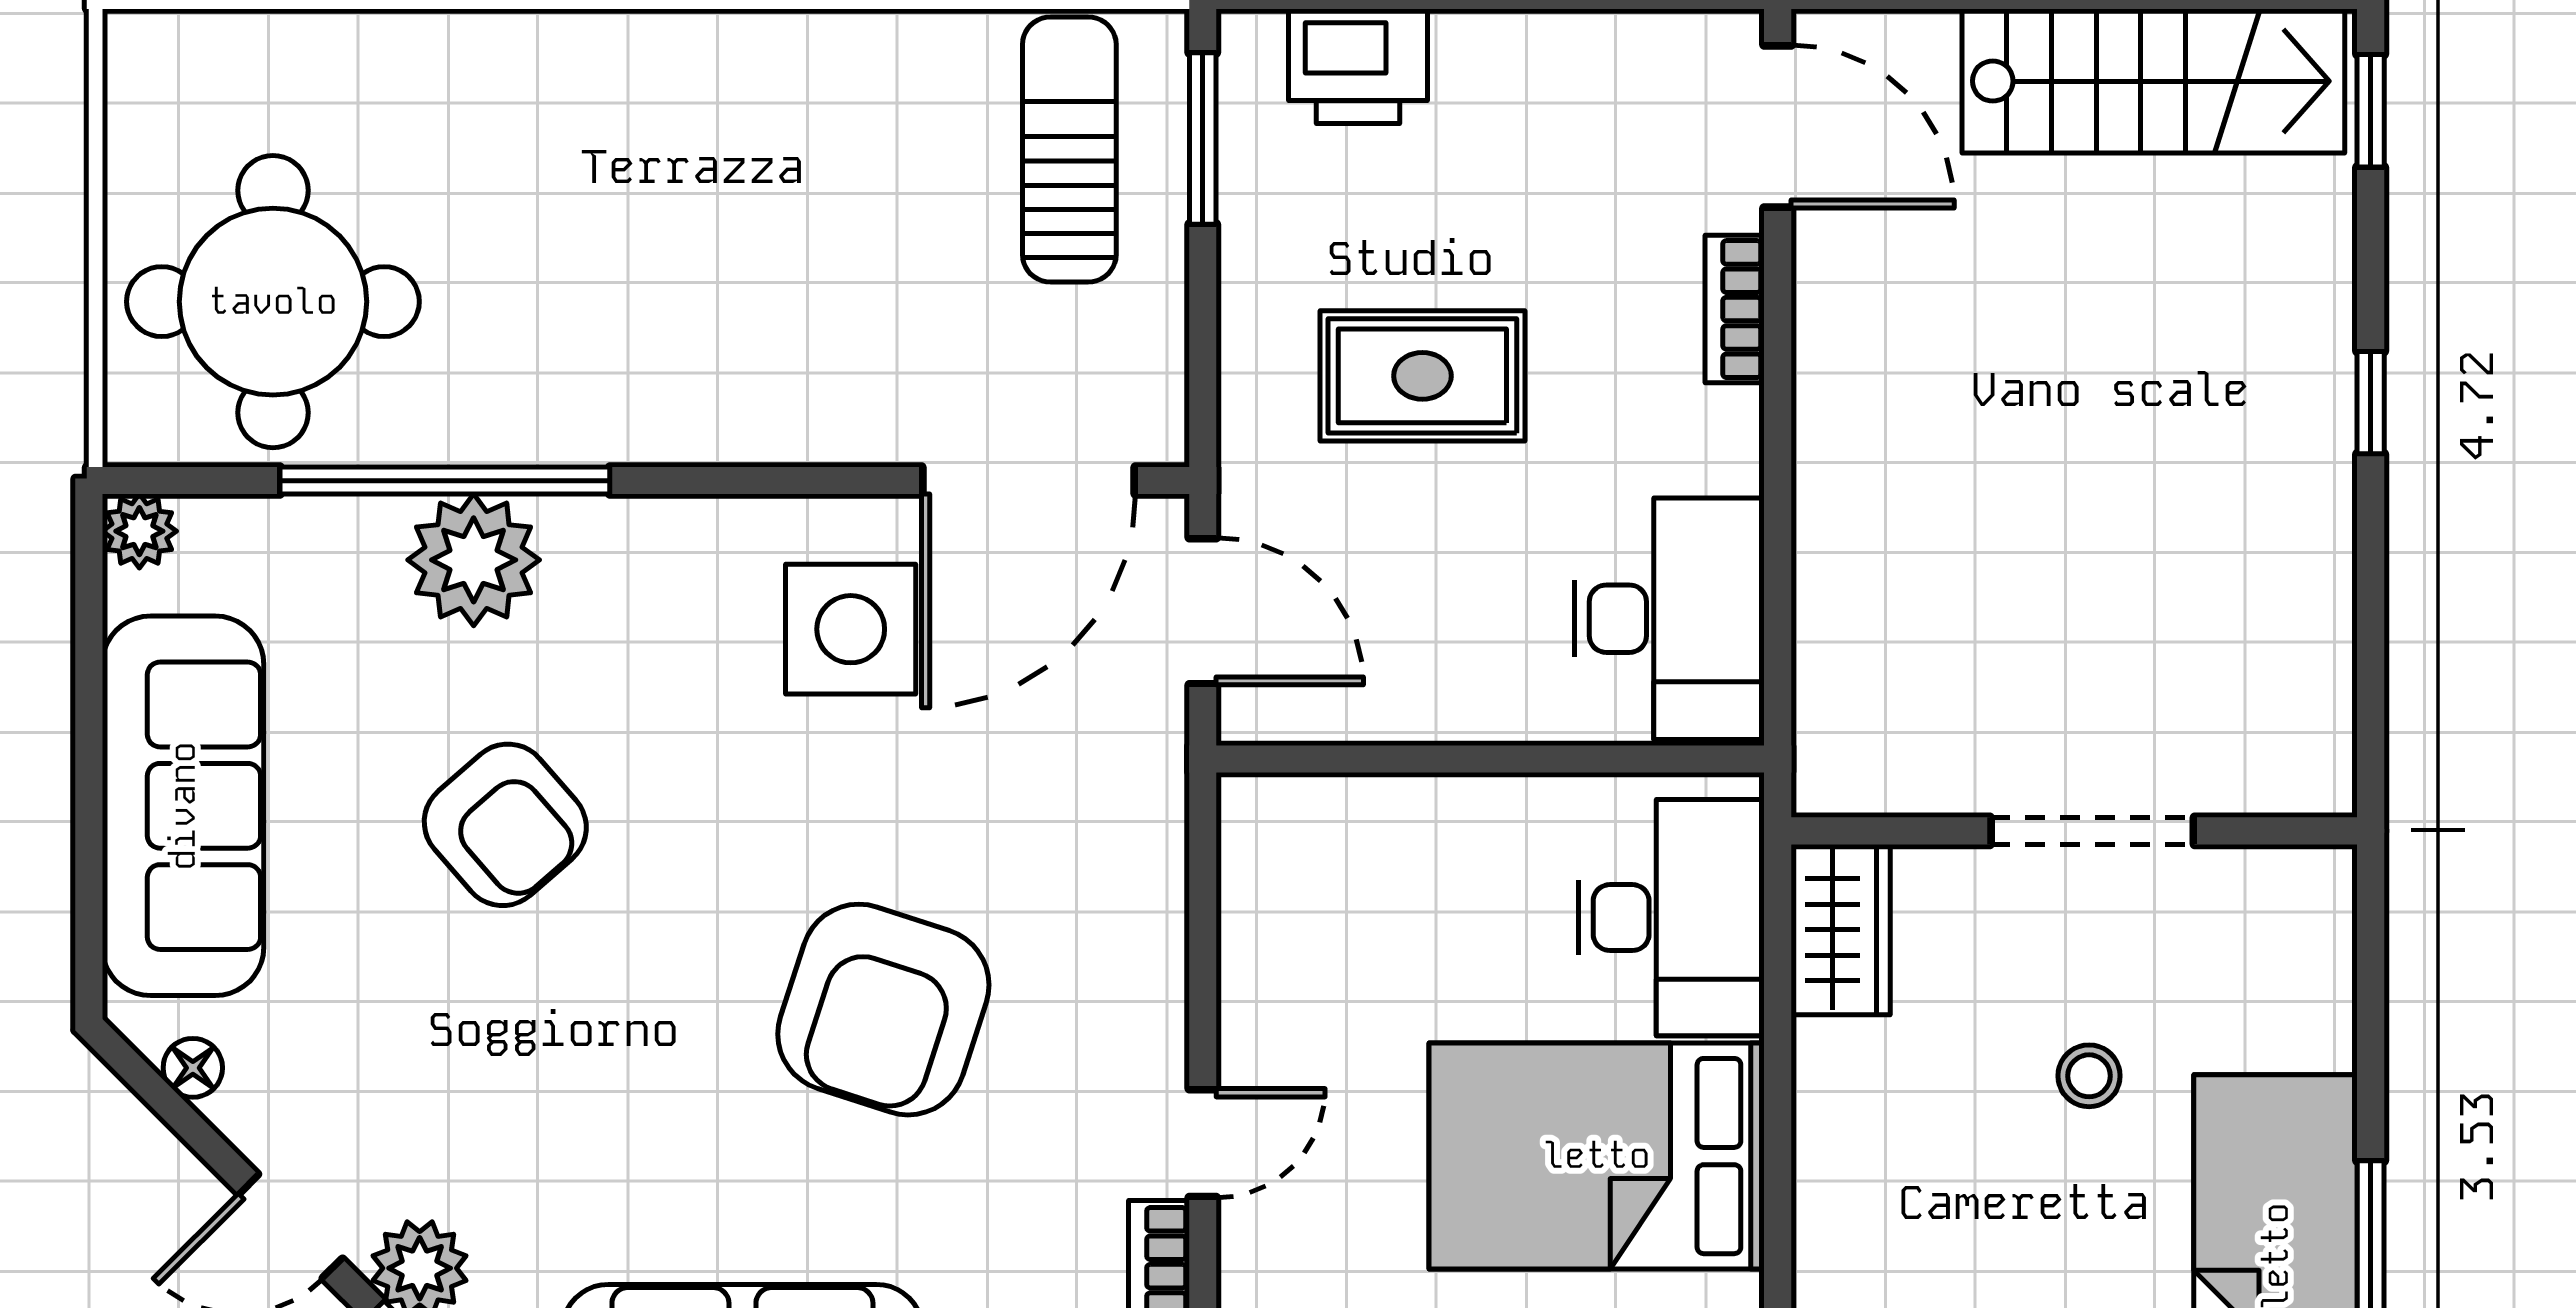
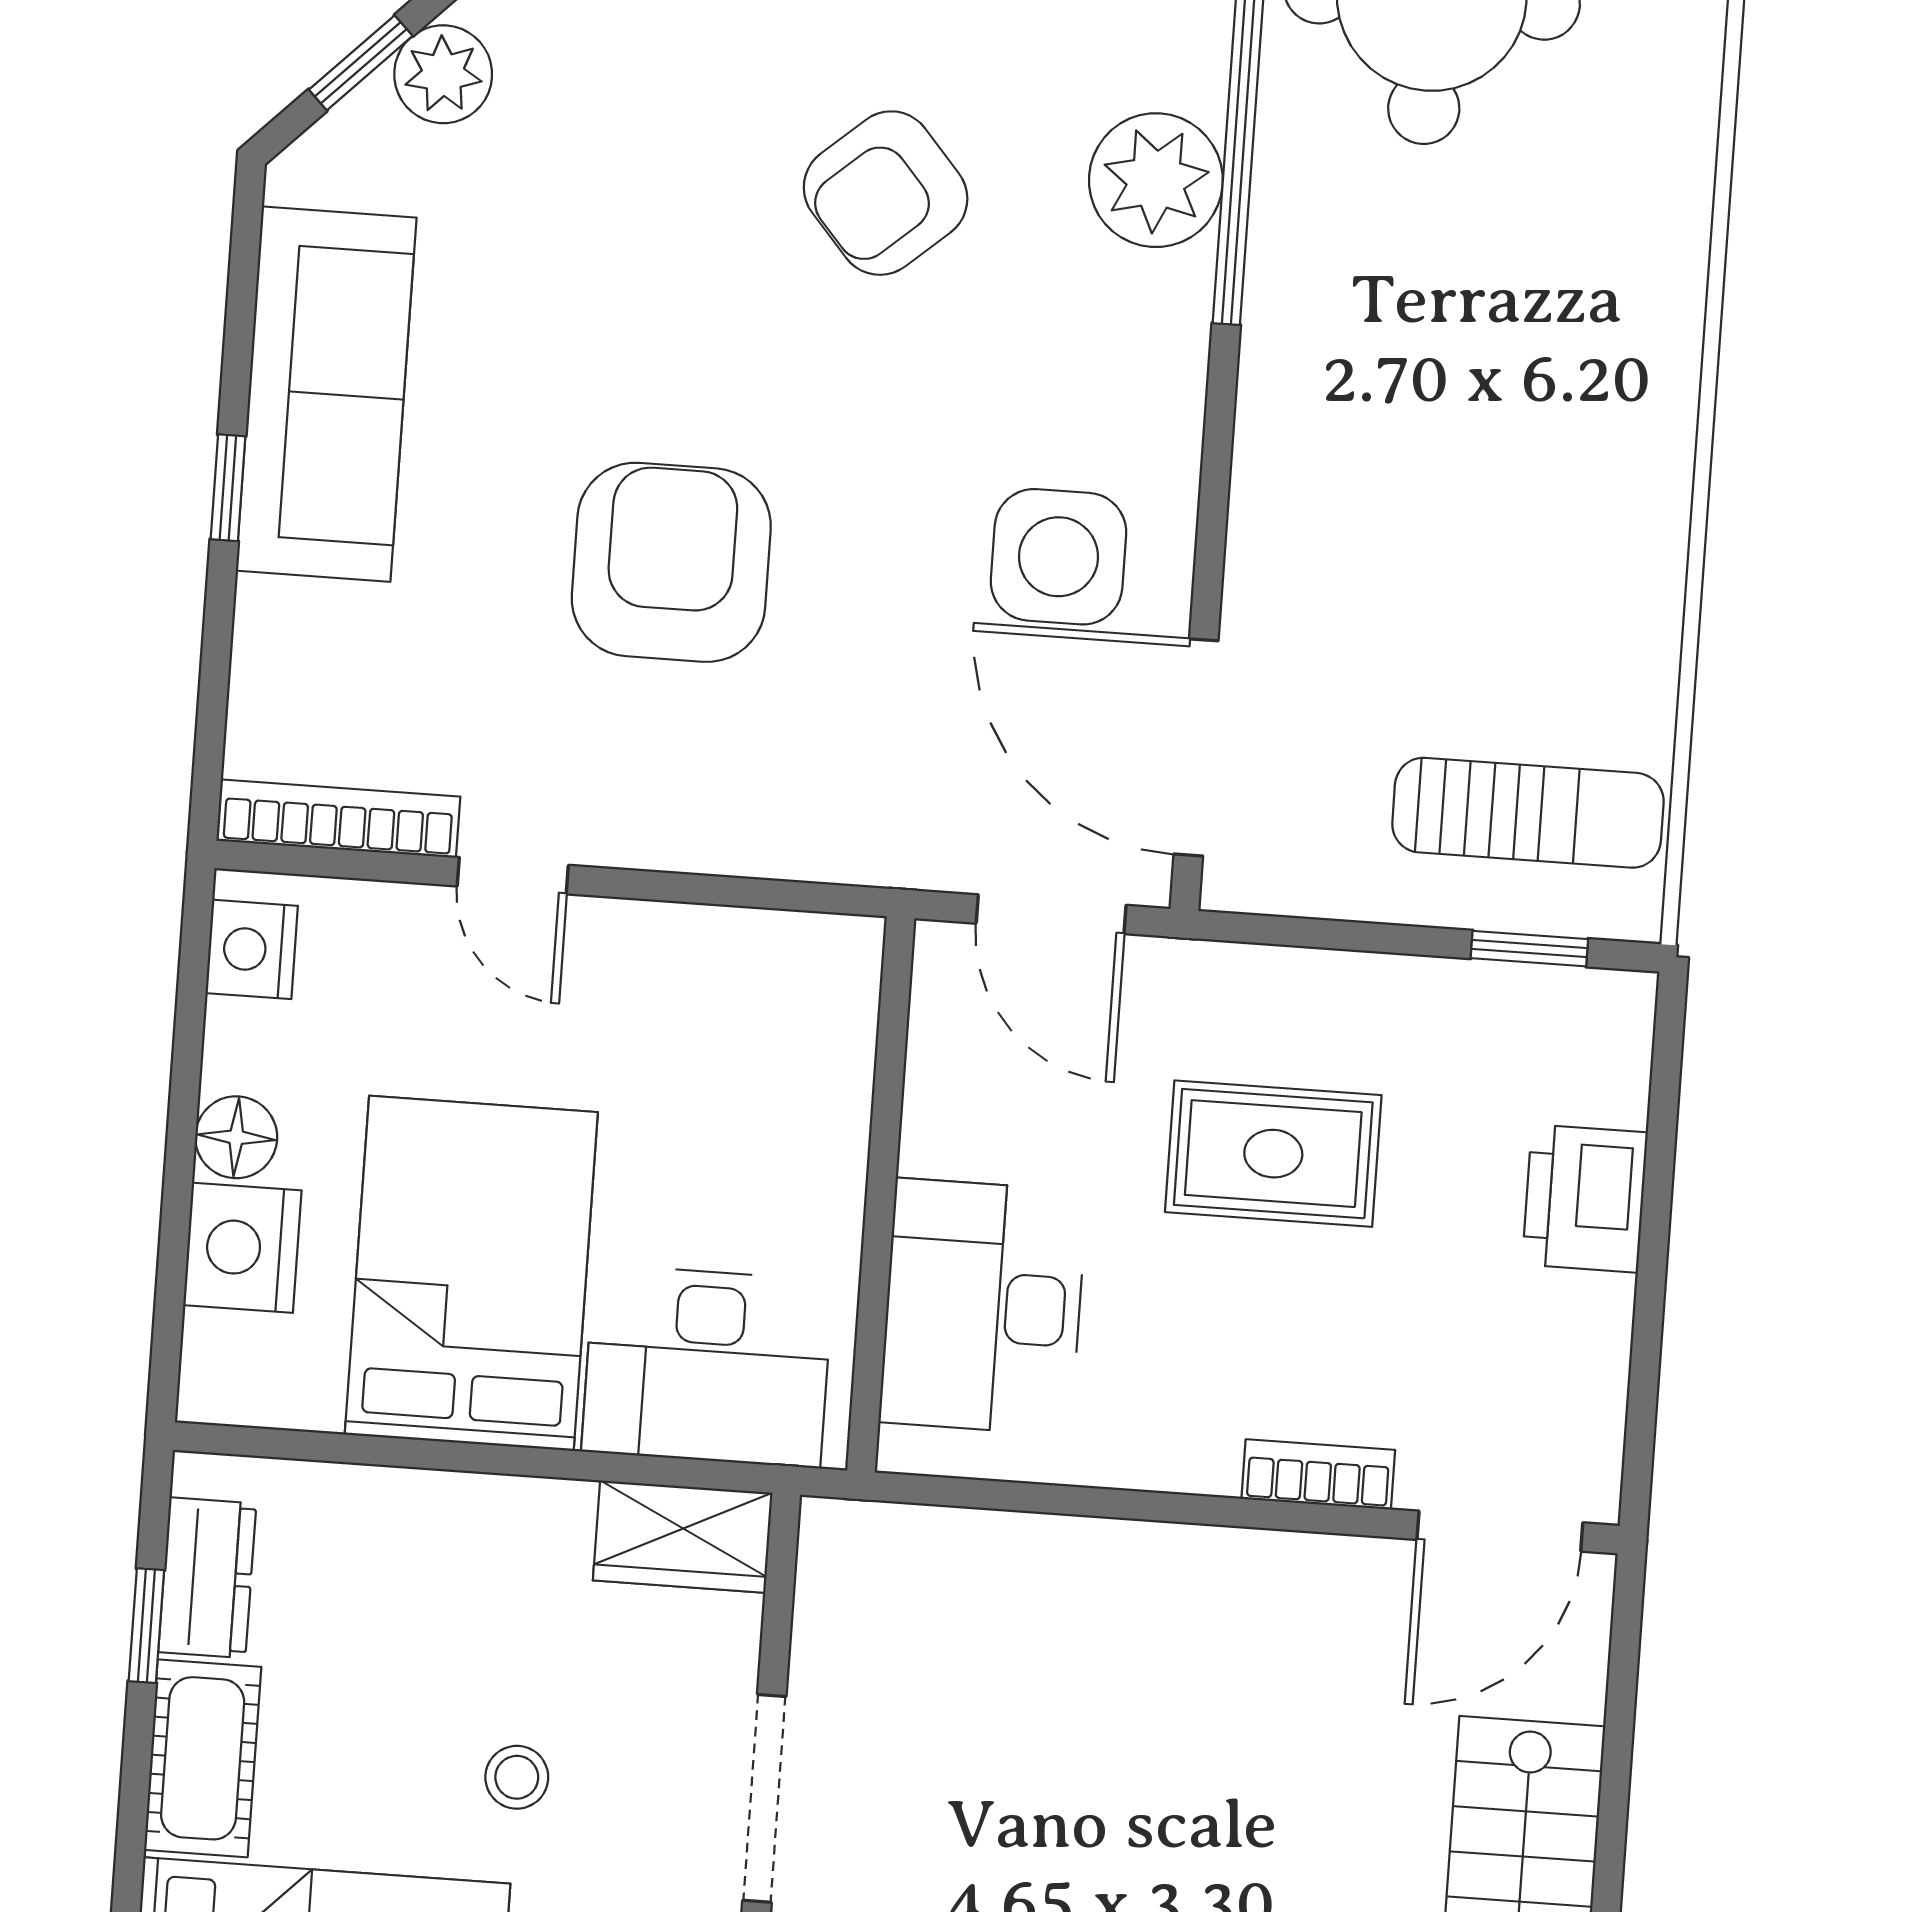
printer: (1358, 66) -> (1585, 1198), moved
window: (1203, 139) -> (1529, 949), width x0.67
rug: (1422, 376) -> (1273, 1154), turned 90
door: (1203, 611) -> (1051, 914), hinge flipped
desk: (1669, 619) -> (983, 1307), moved, turned 90
armchair: (883, 1010) -> (671, 562), turned 72

